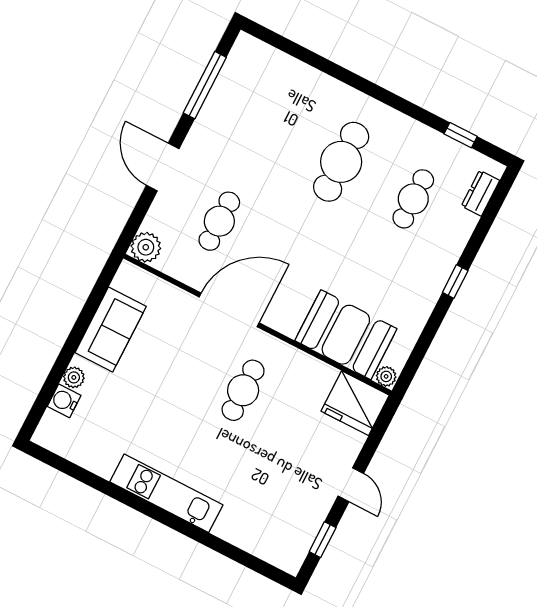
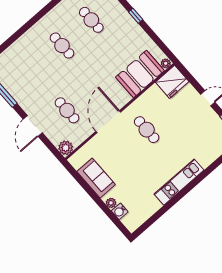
cafe table: (341, 162) -> (62, 46), width x0.73, depth x0.74
door: (163, 167) -> (33, 126), hinge flipped

